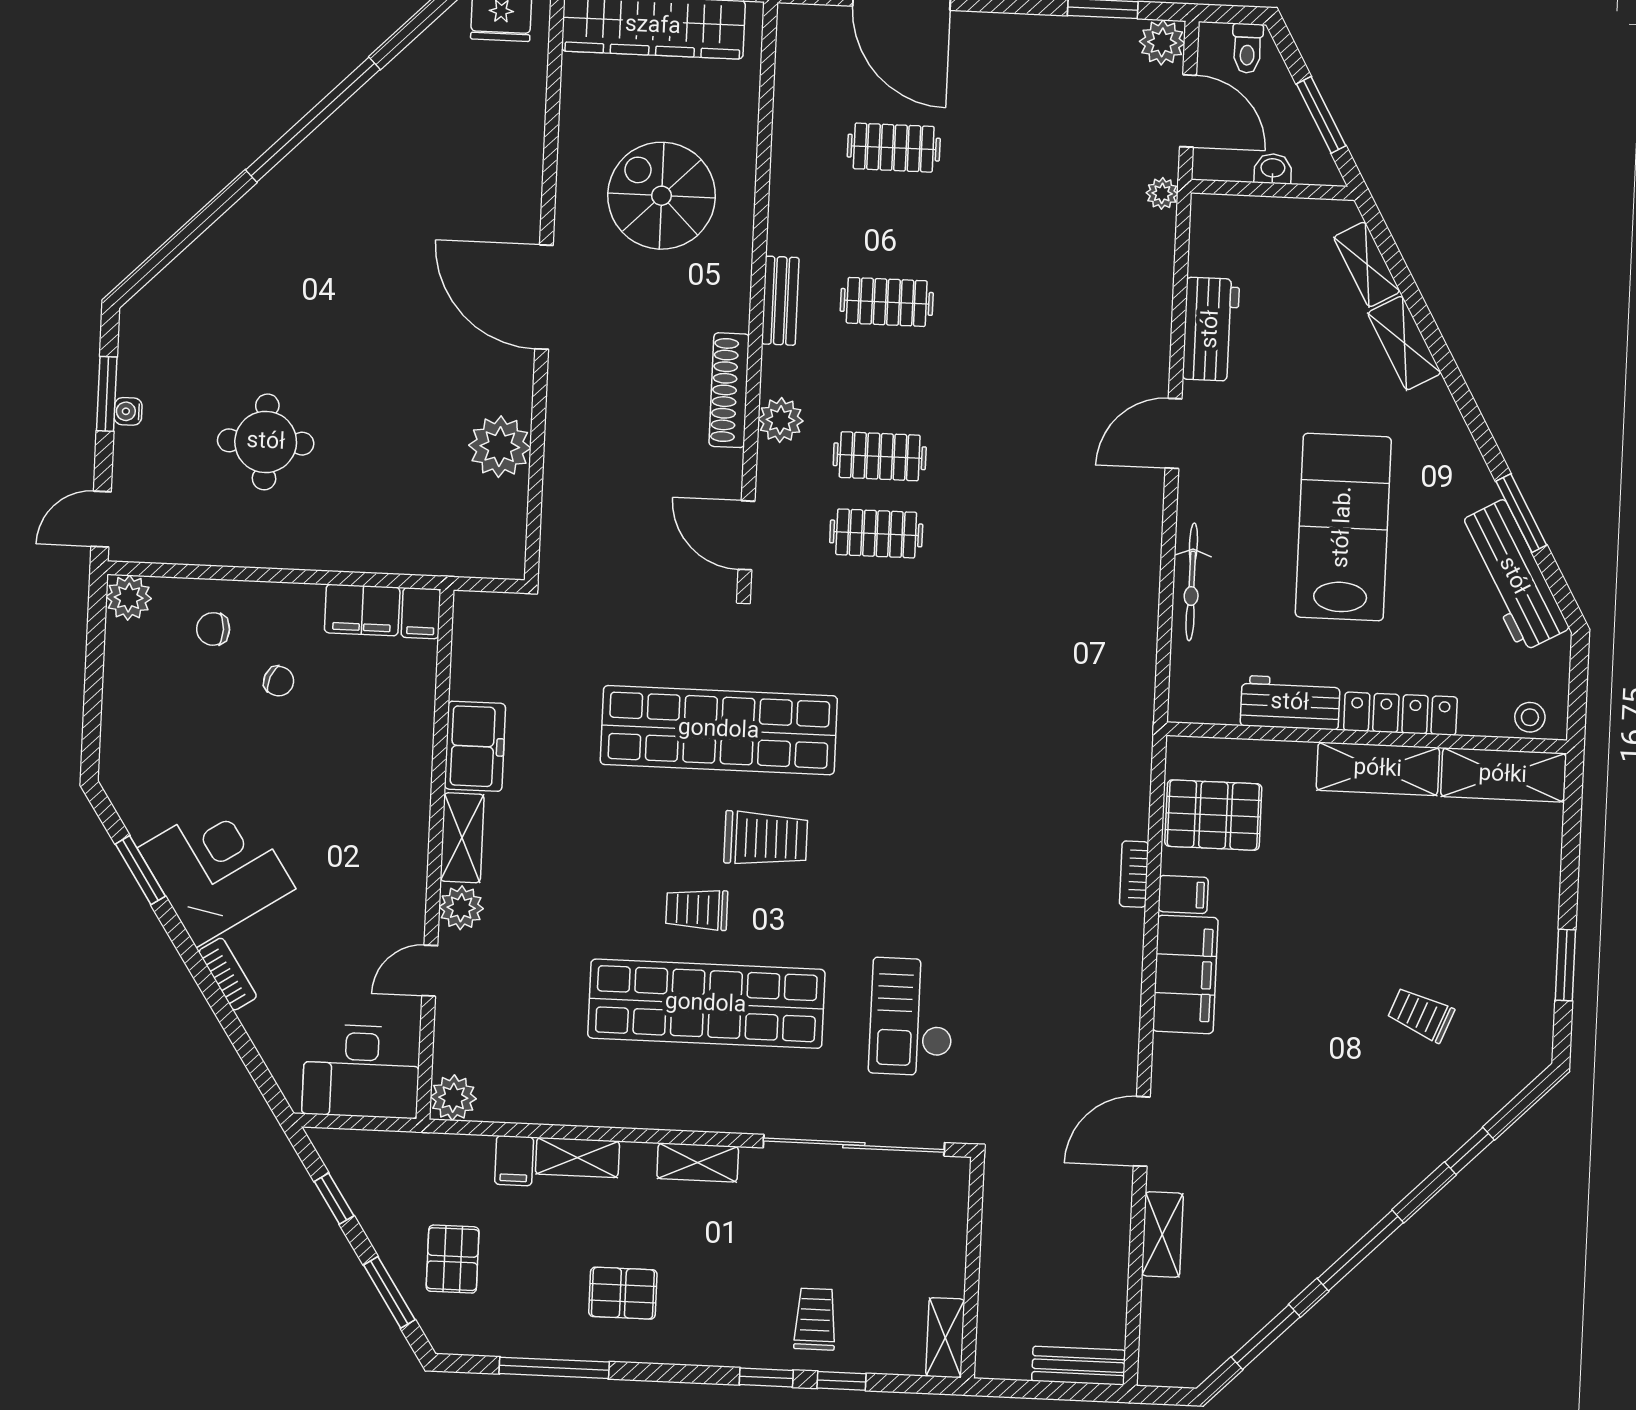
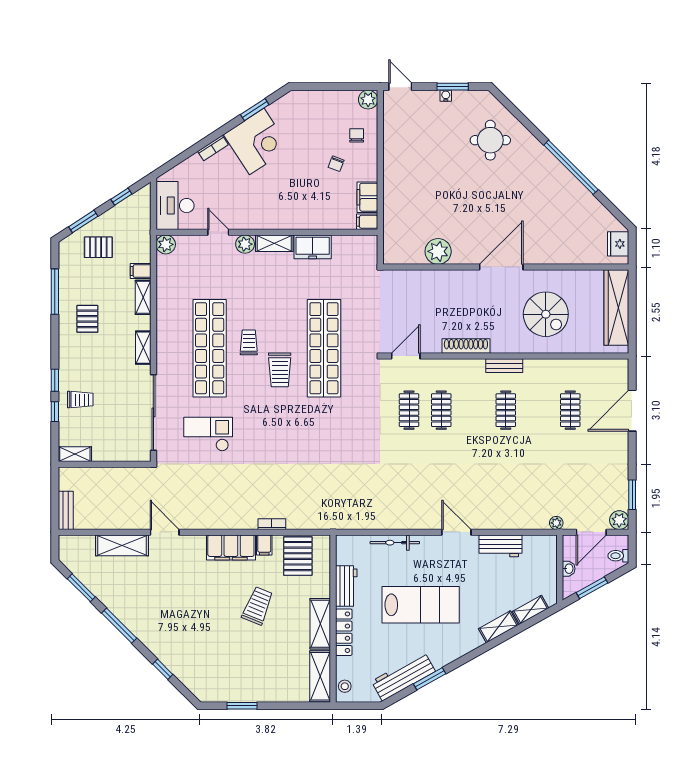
spiral stairs: (662, 196) -> (546, 314), turned 90
plant: (781, 420) -> (454, 368), removed
round table: (266, 442) -> (490, 140), moved
trolley: (1421, 1015) -> (258, 606), moved, width x1.36, depth x1.39
shelving: (1162, 1235) -> (122, 545), width x1.50, depth x1.33

